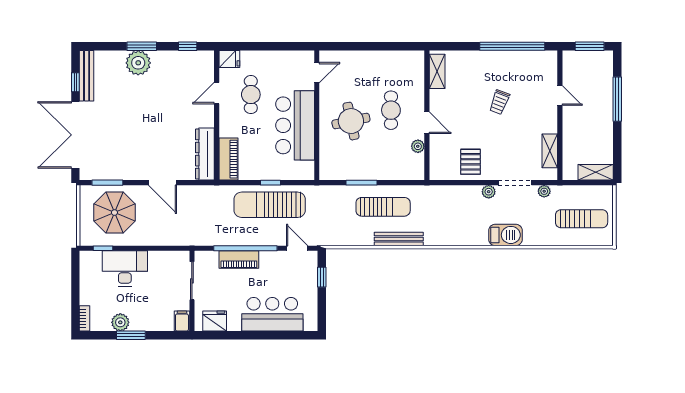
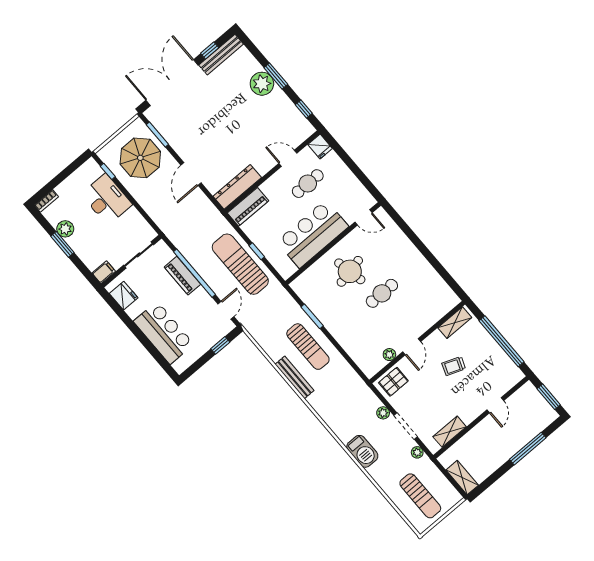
shelving: (437, 71) -> (455, 323), moved
wall: (427, 115) -> (417, 342), moved
door: (427, 123) -> (412, 347), moved
plant: (418, 146) -> (389, 355), moved

